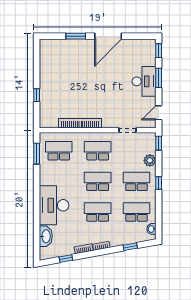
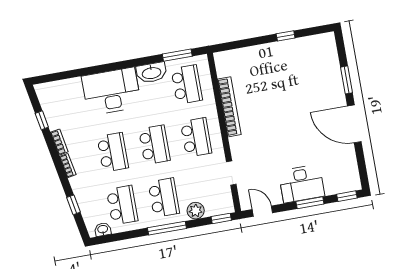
window: (37, 95) -> (286, 36), moved
window: (159, 183) -> (167, 228), width x2.17
washbasin: (46, 236) -> (151, 73), moved

